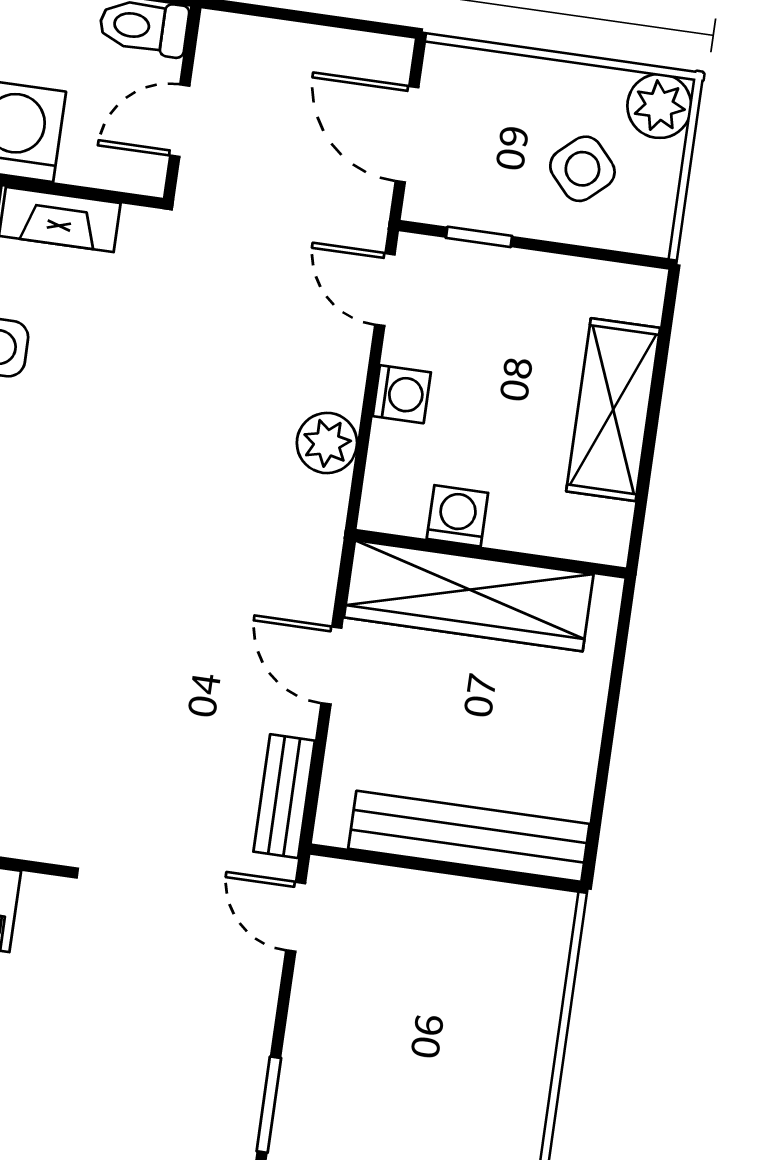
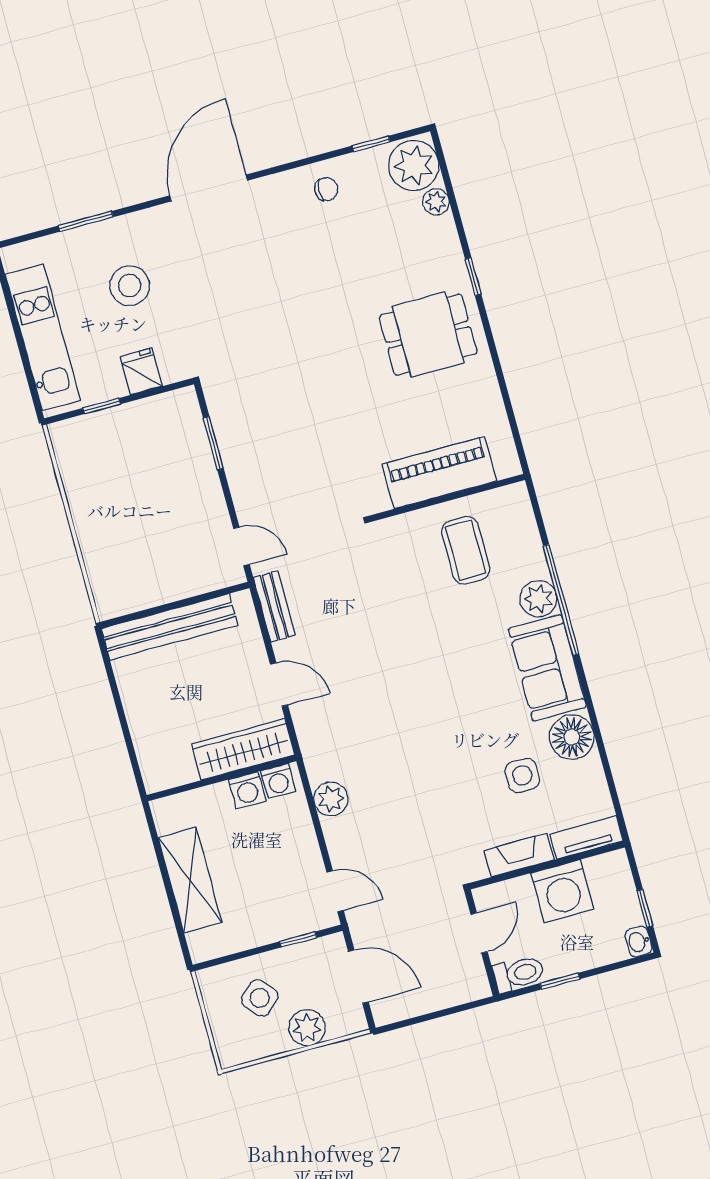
plant: (659, 106) -> (307, 1028), moved
washing machine: (402, 394) -> (278, 781), moved, turned -90
wardrobe: (469, 596) -> (243, 749), width x0.71, depth x0.85

